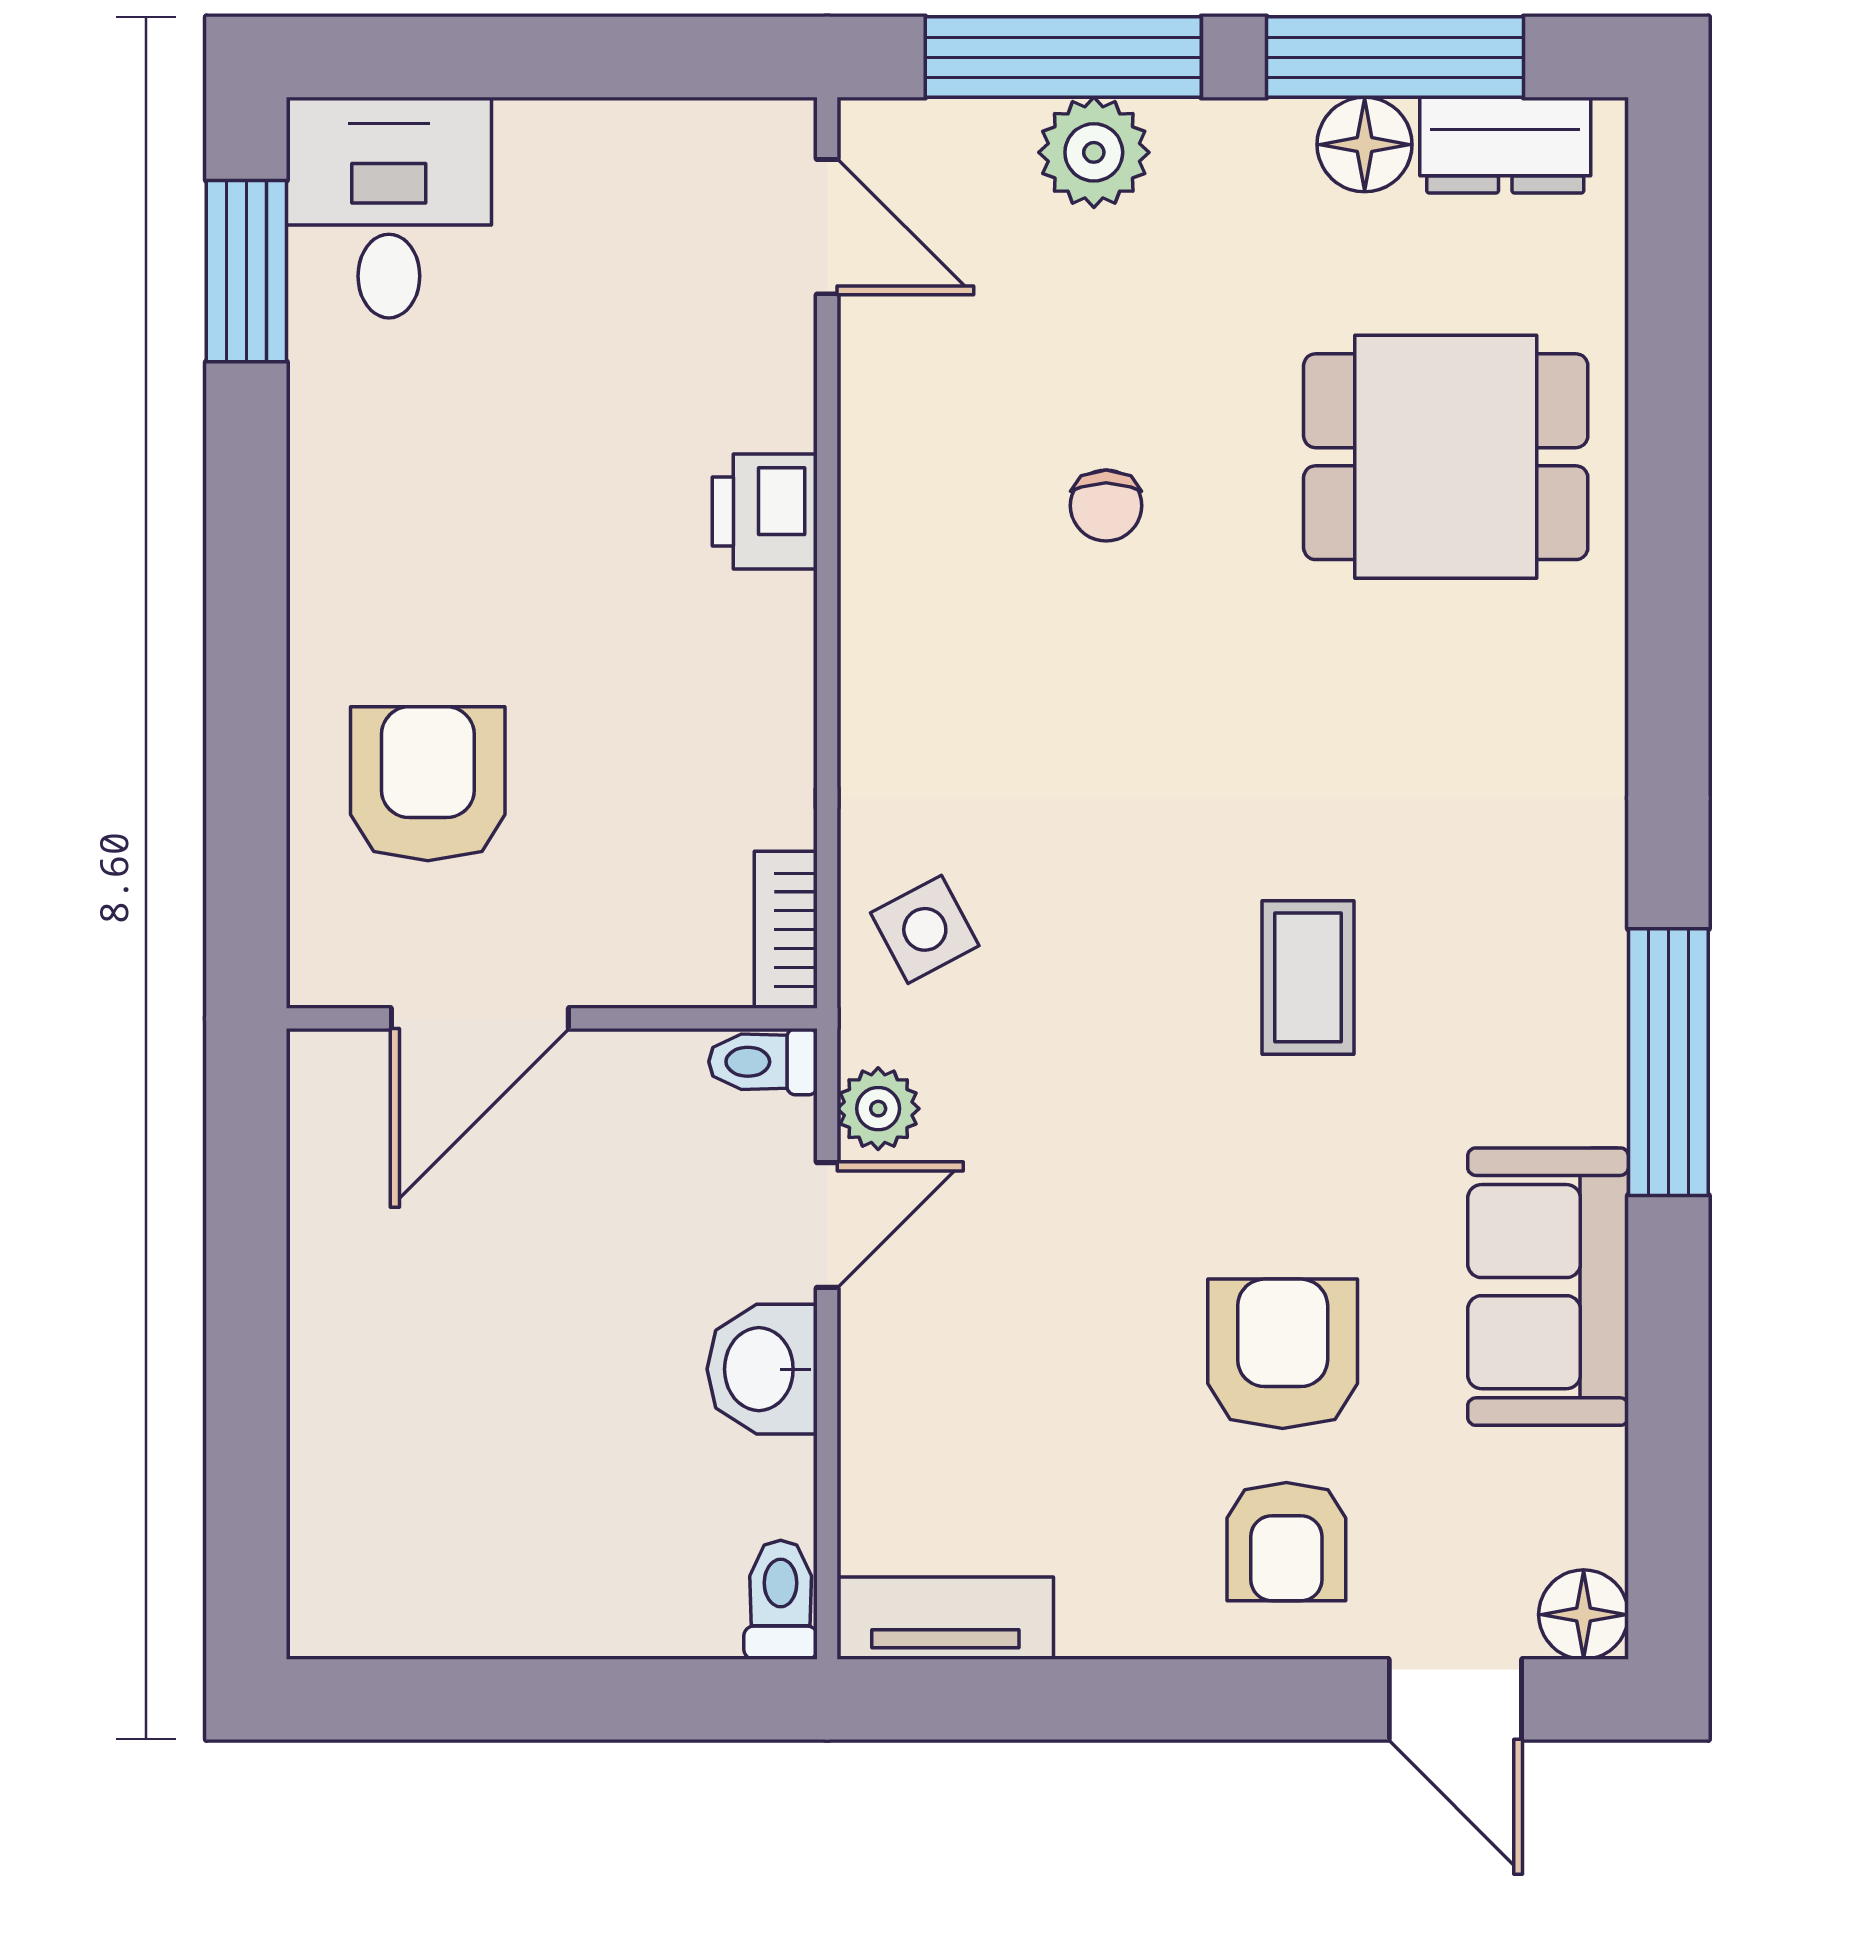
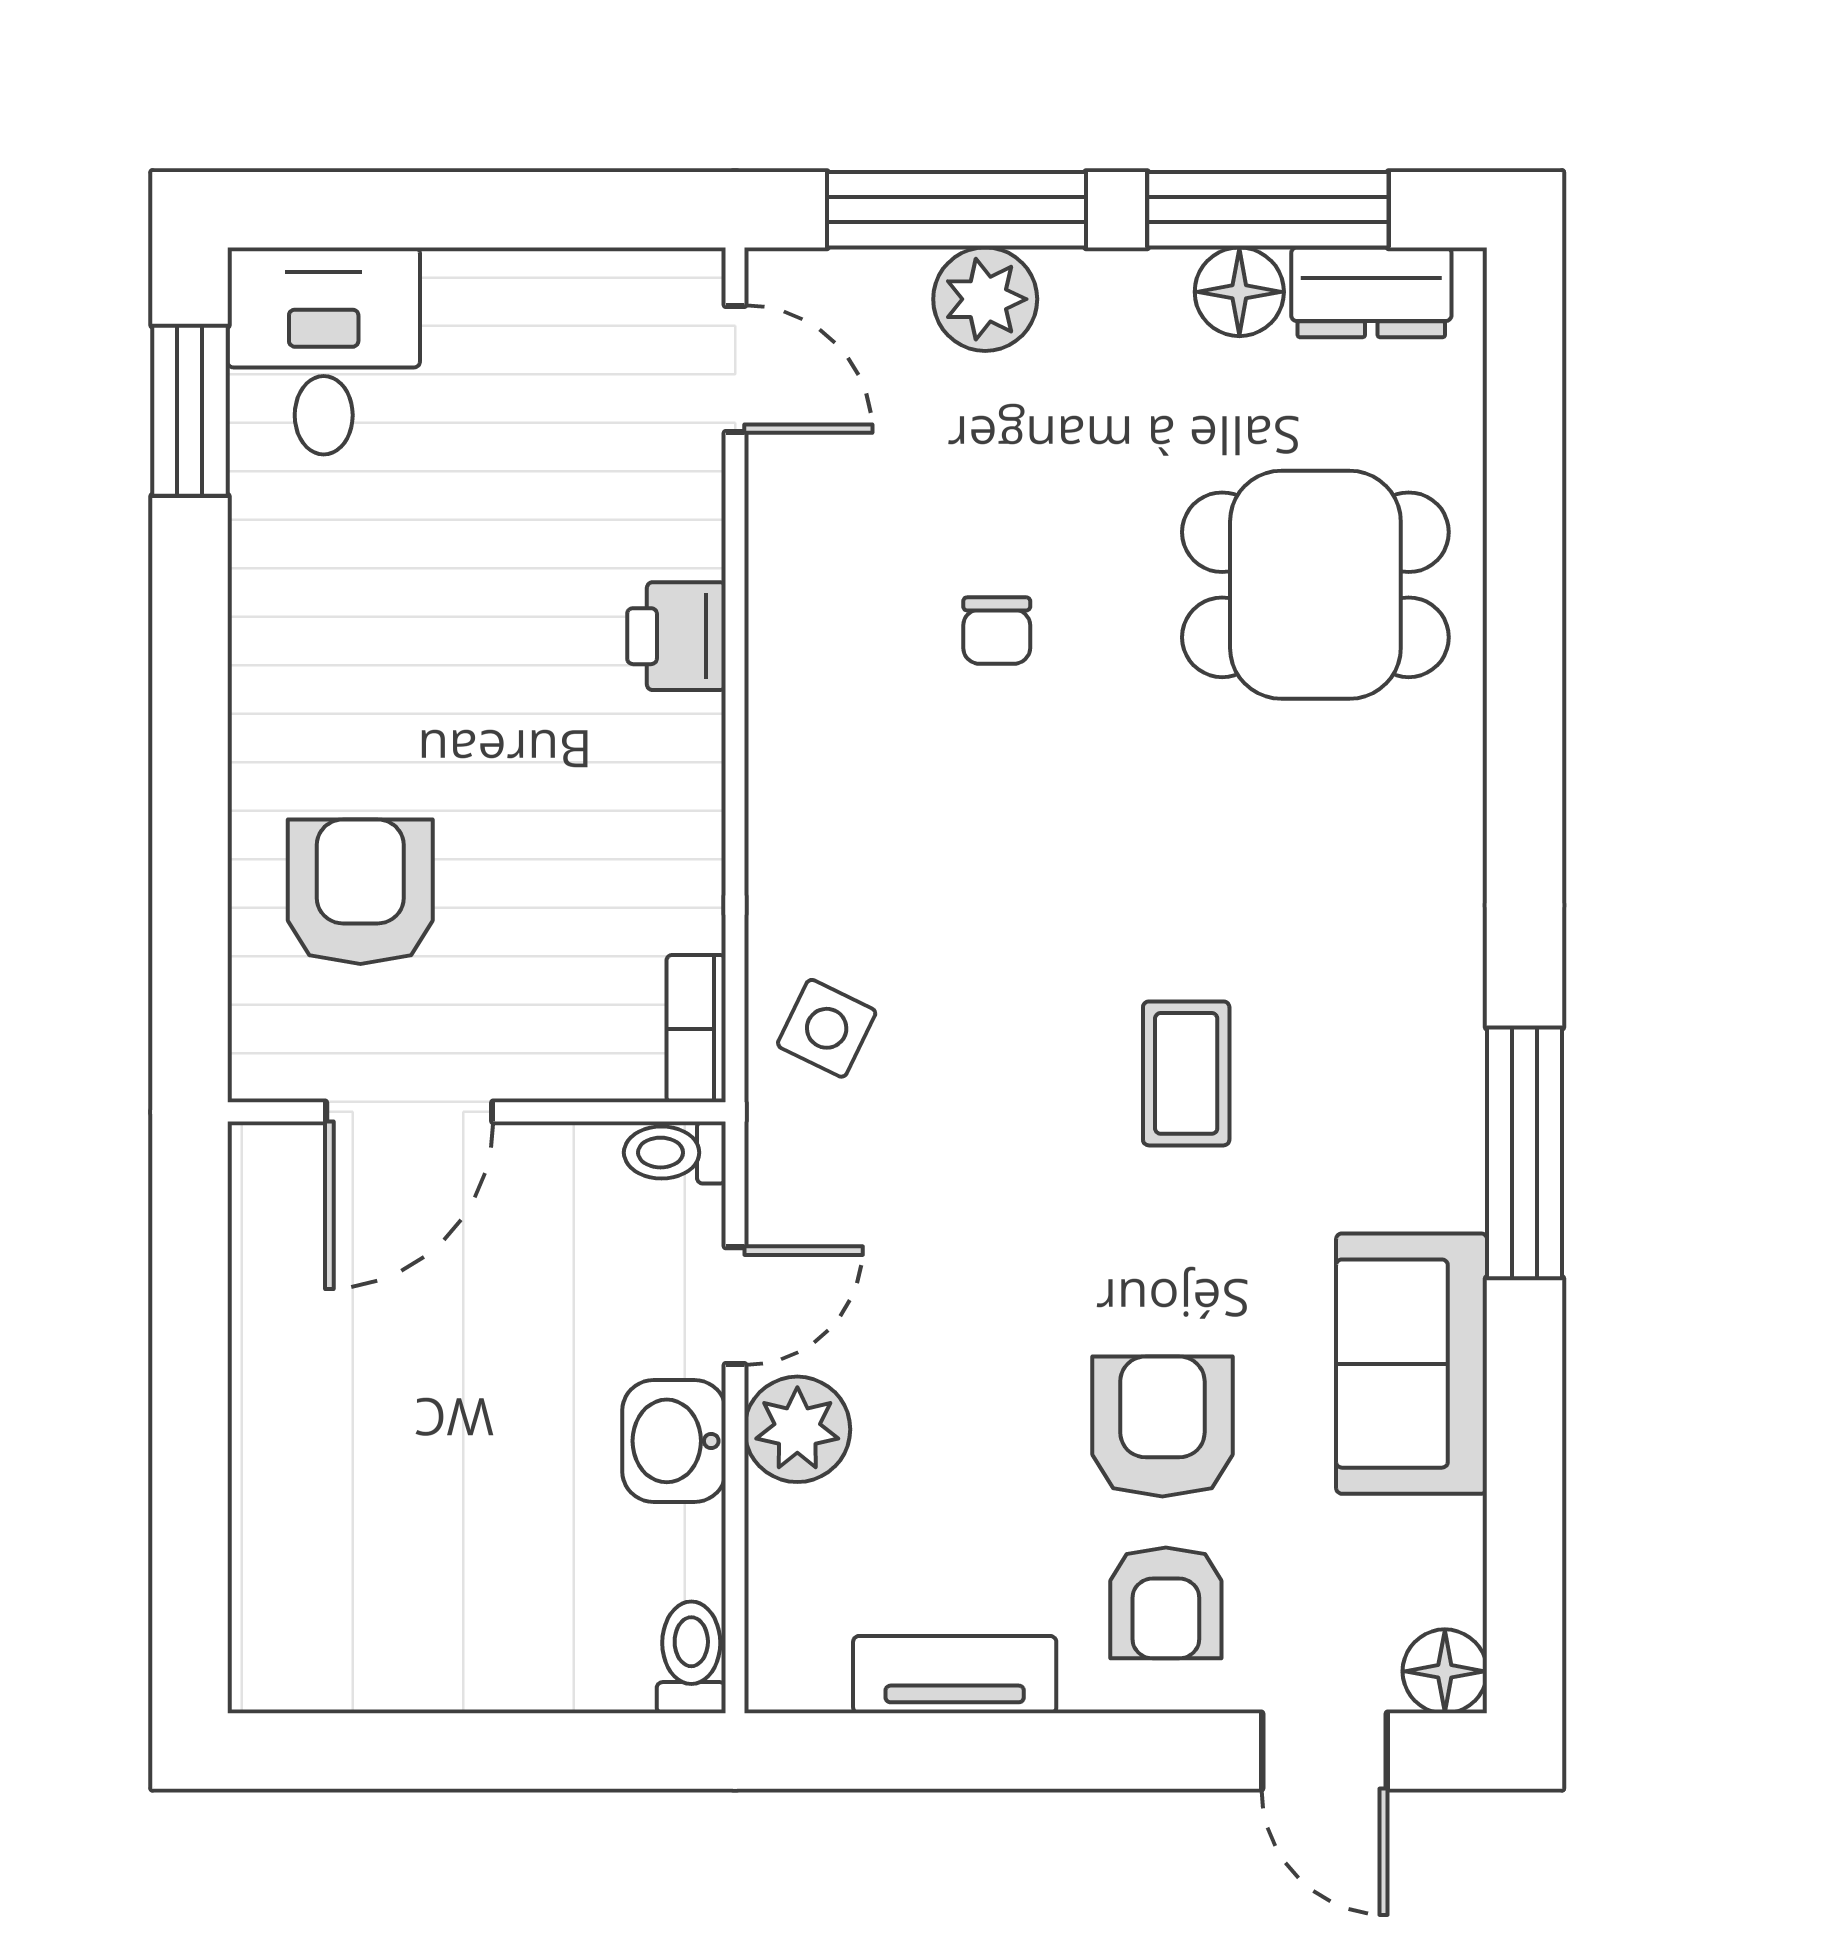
side table: (925, 929) -> (827, 1028), turned -36
plant: (878, 1109) -> (797, 1429), moved, width x1.38, depth x1.38
tv unit: (945, 1618) -> (955, 1675), moved

